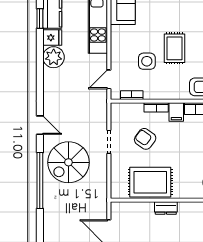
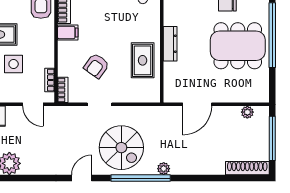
bookcase: (156, 107) -> (63, 90), moved
rug: (150, 182) -> (143, 60), width x0.73, depth x0.70
plant: (49, 202) -> (164, 169), added
dresser: (166, 208) -> (170, 44), width x1.44

